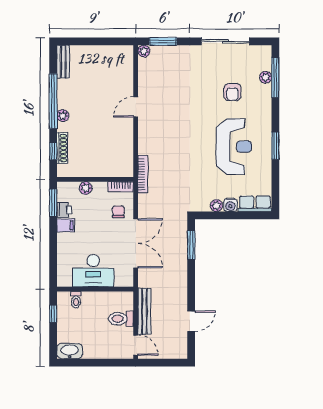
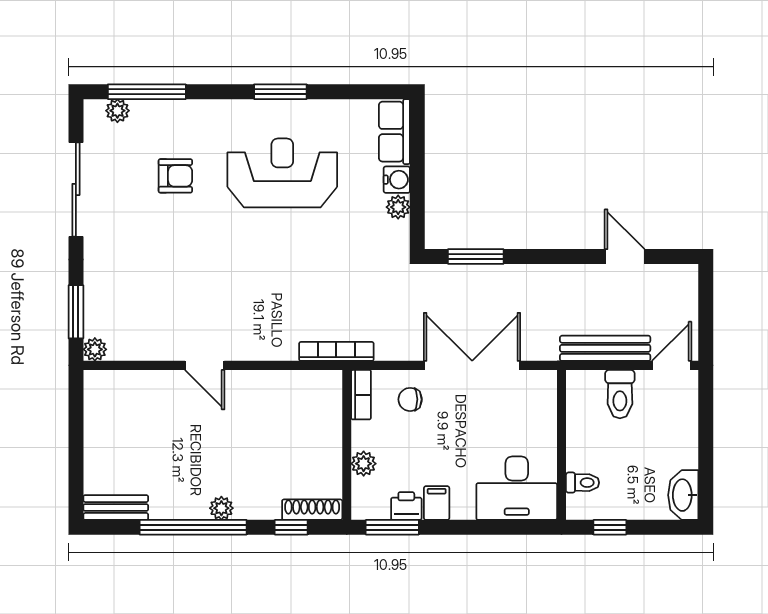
plant: (266, 77) -> (117, 111), moved
shoe rack: (62, 148) -> (312, 510), moved
desk: (93, 271) -> (517, 488), moved, turned 90

